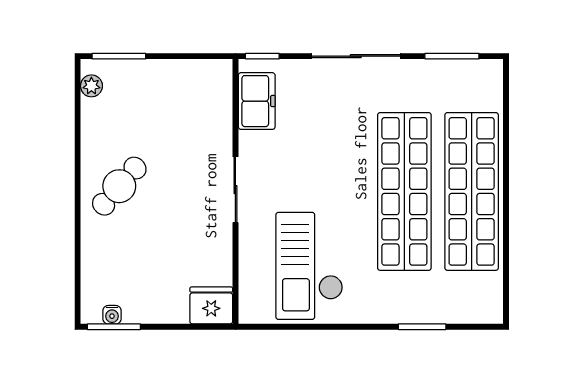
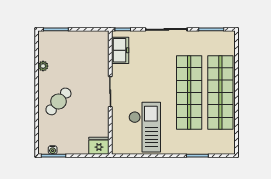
plant: (91, 86) -> (43, 66), moved
cafe table: (119, 186) -> (58, 101), moved
checkout: (309, 266) -> (145, 127), turned 180

